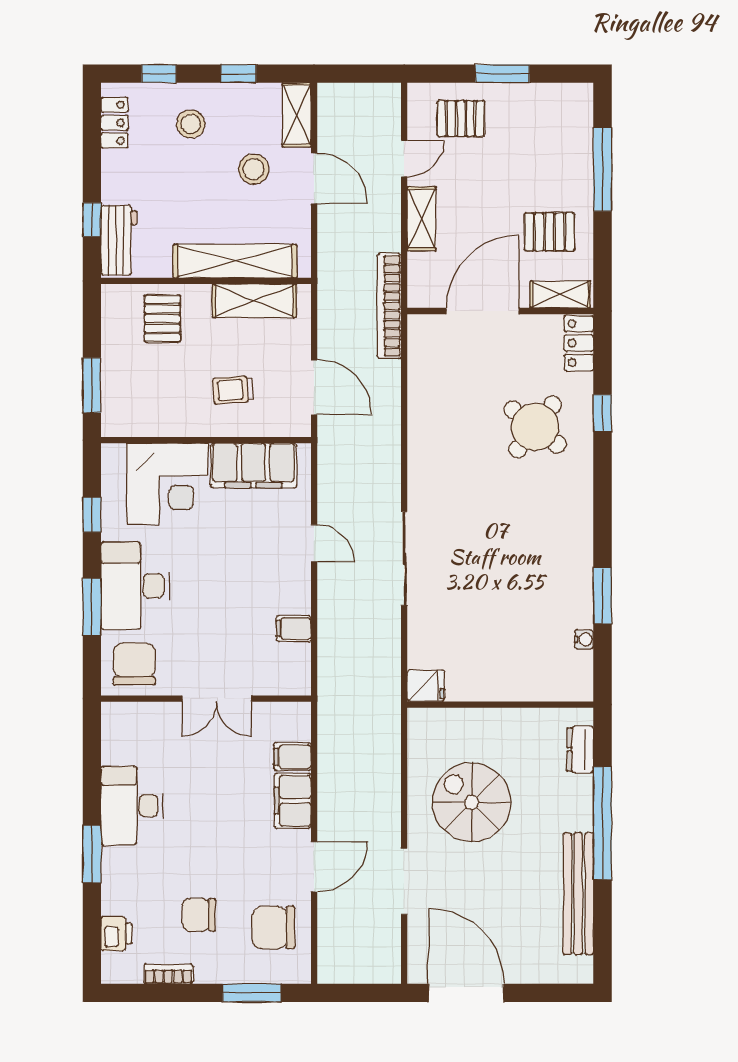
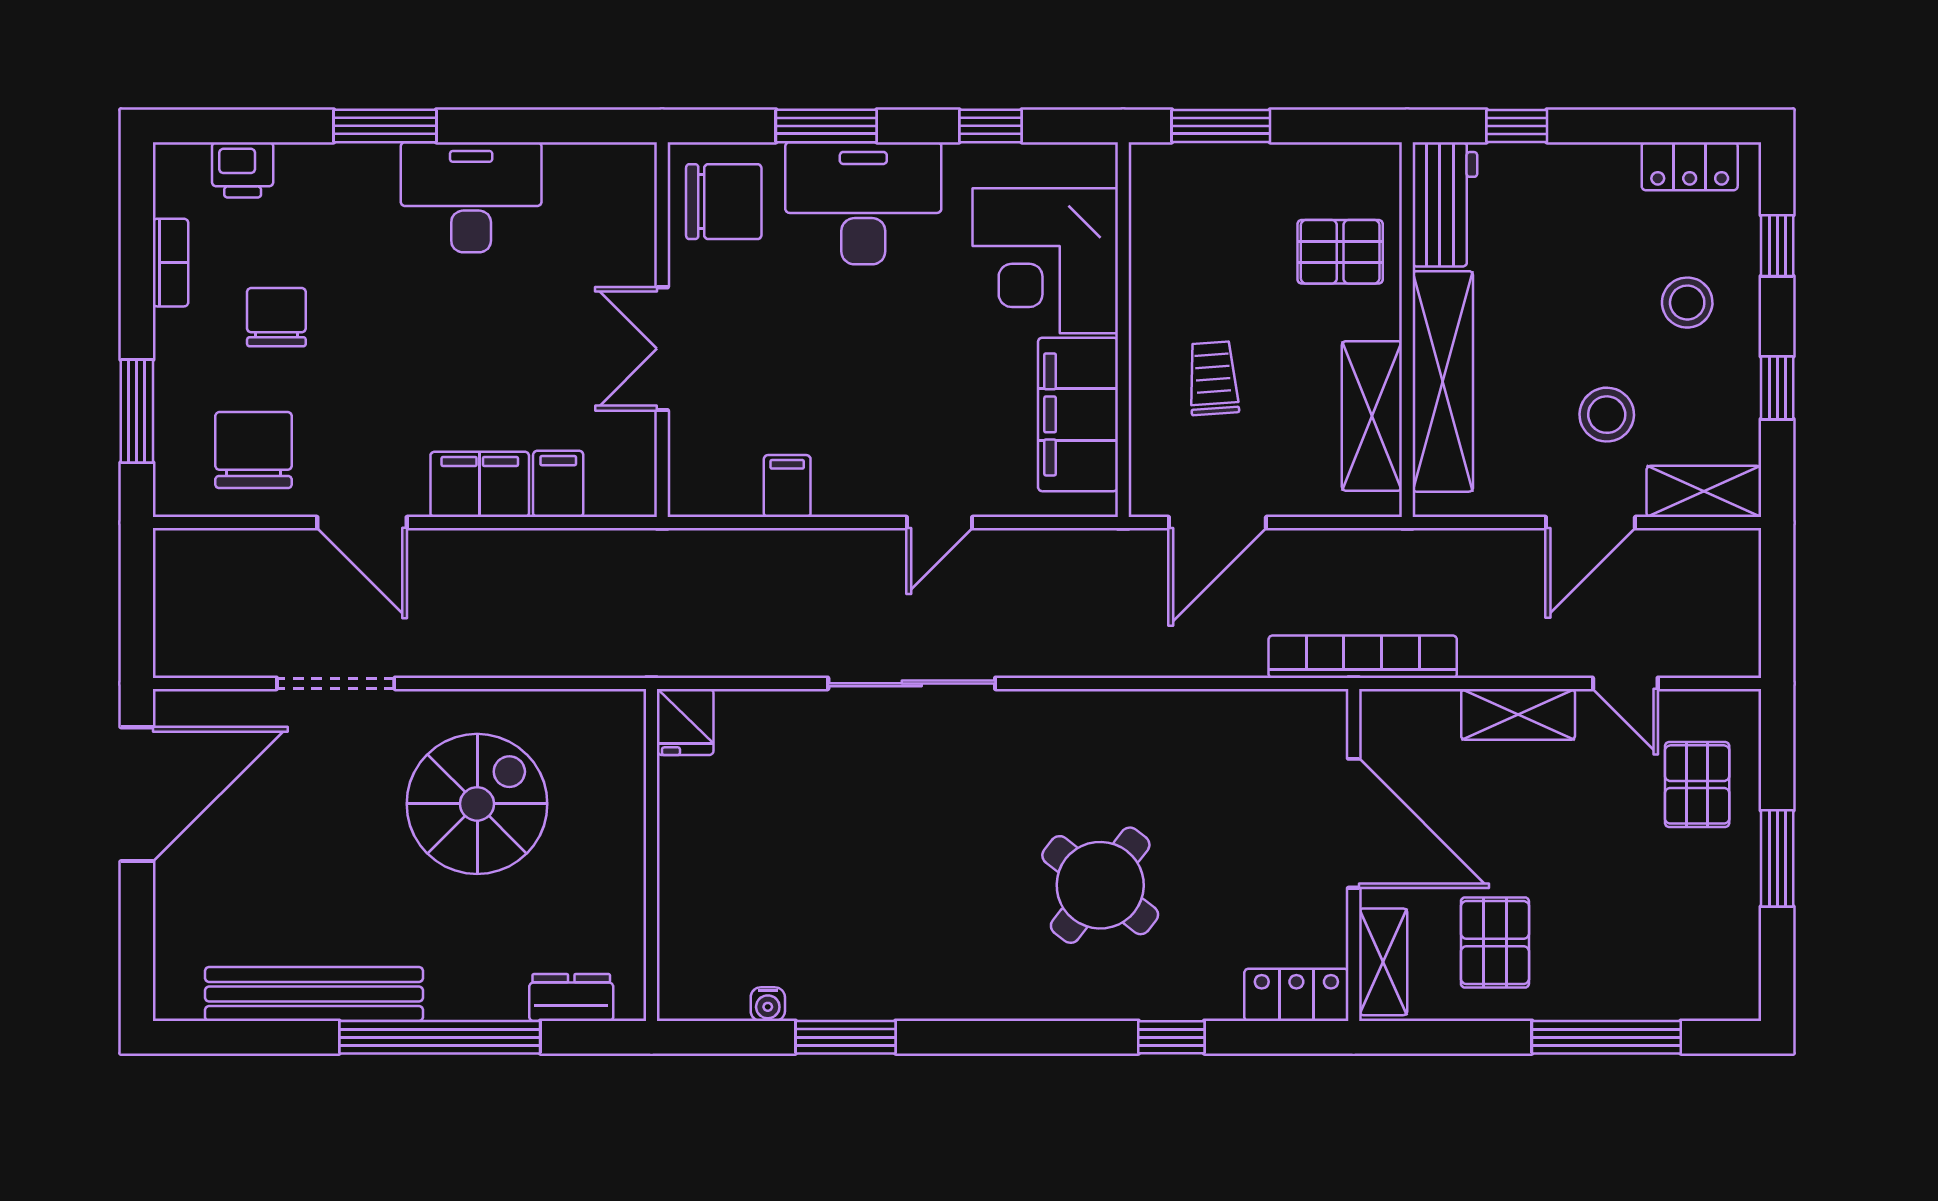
workbench: (119, 240) -> (1445, 204), moved, turned -90
round table: (535, 427) -> (1100, 885), moved

